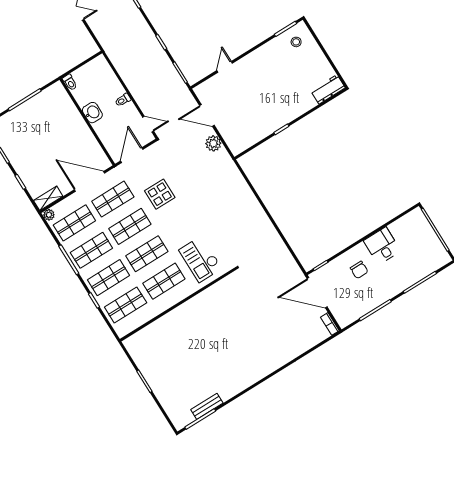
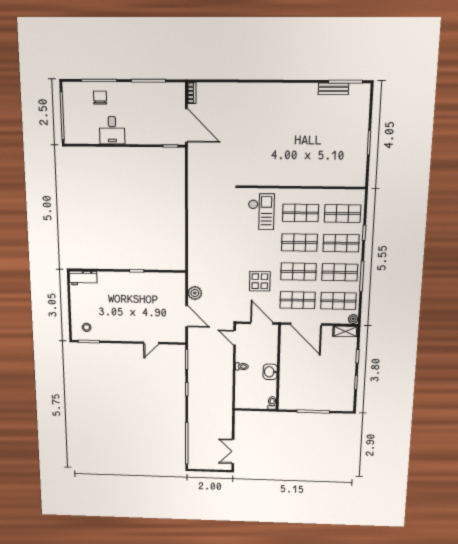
door: (132, 155) -> (262, 323), swing flipped
chair: (359, 270) -> (100, 98), moved

